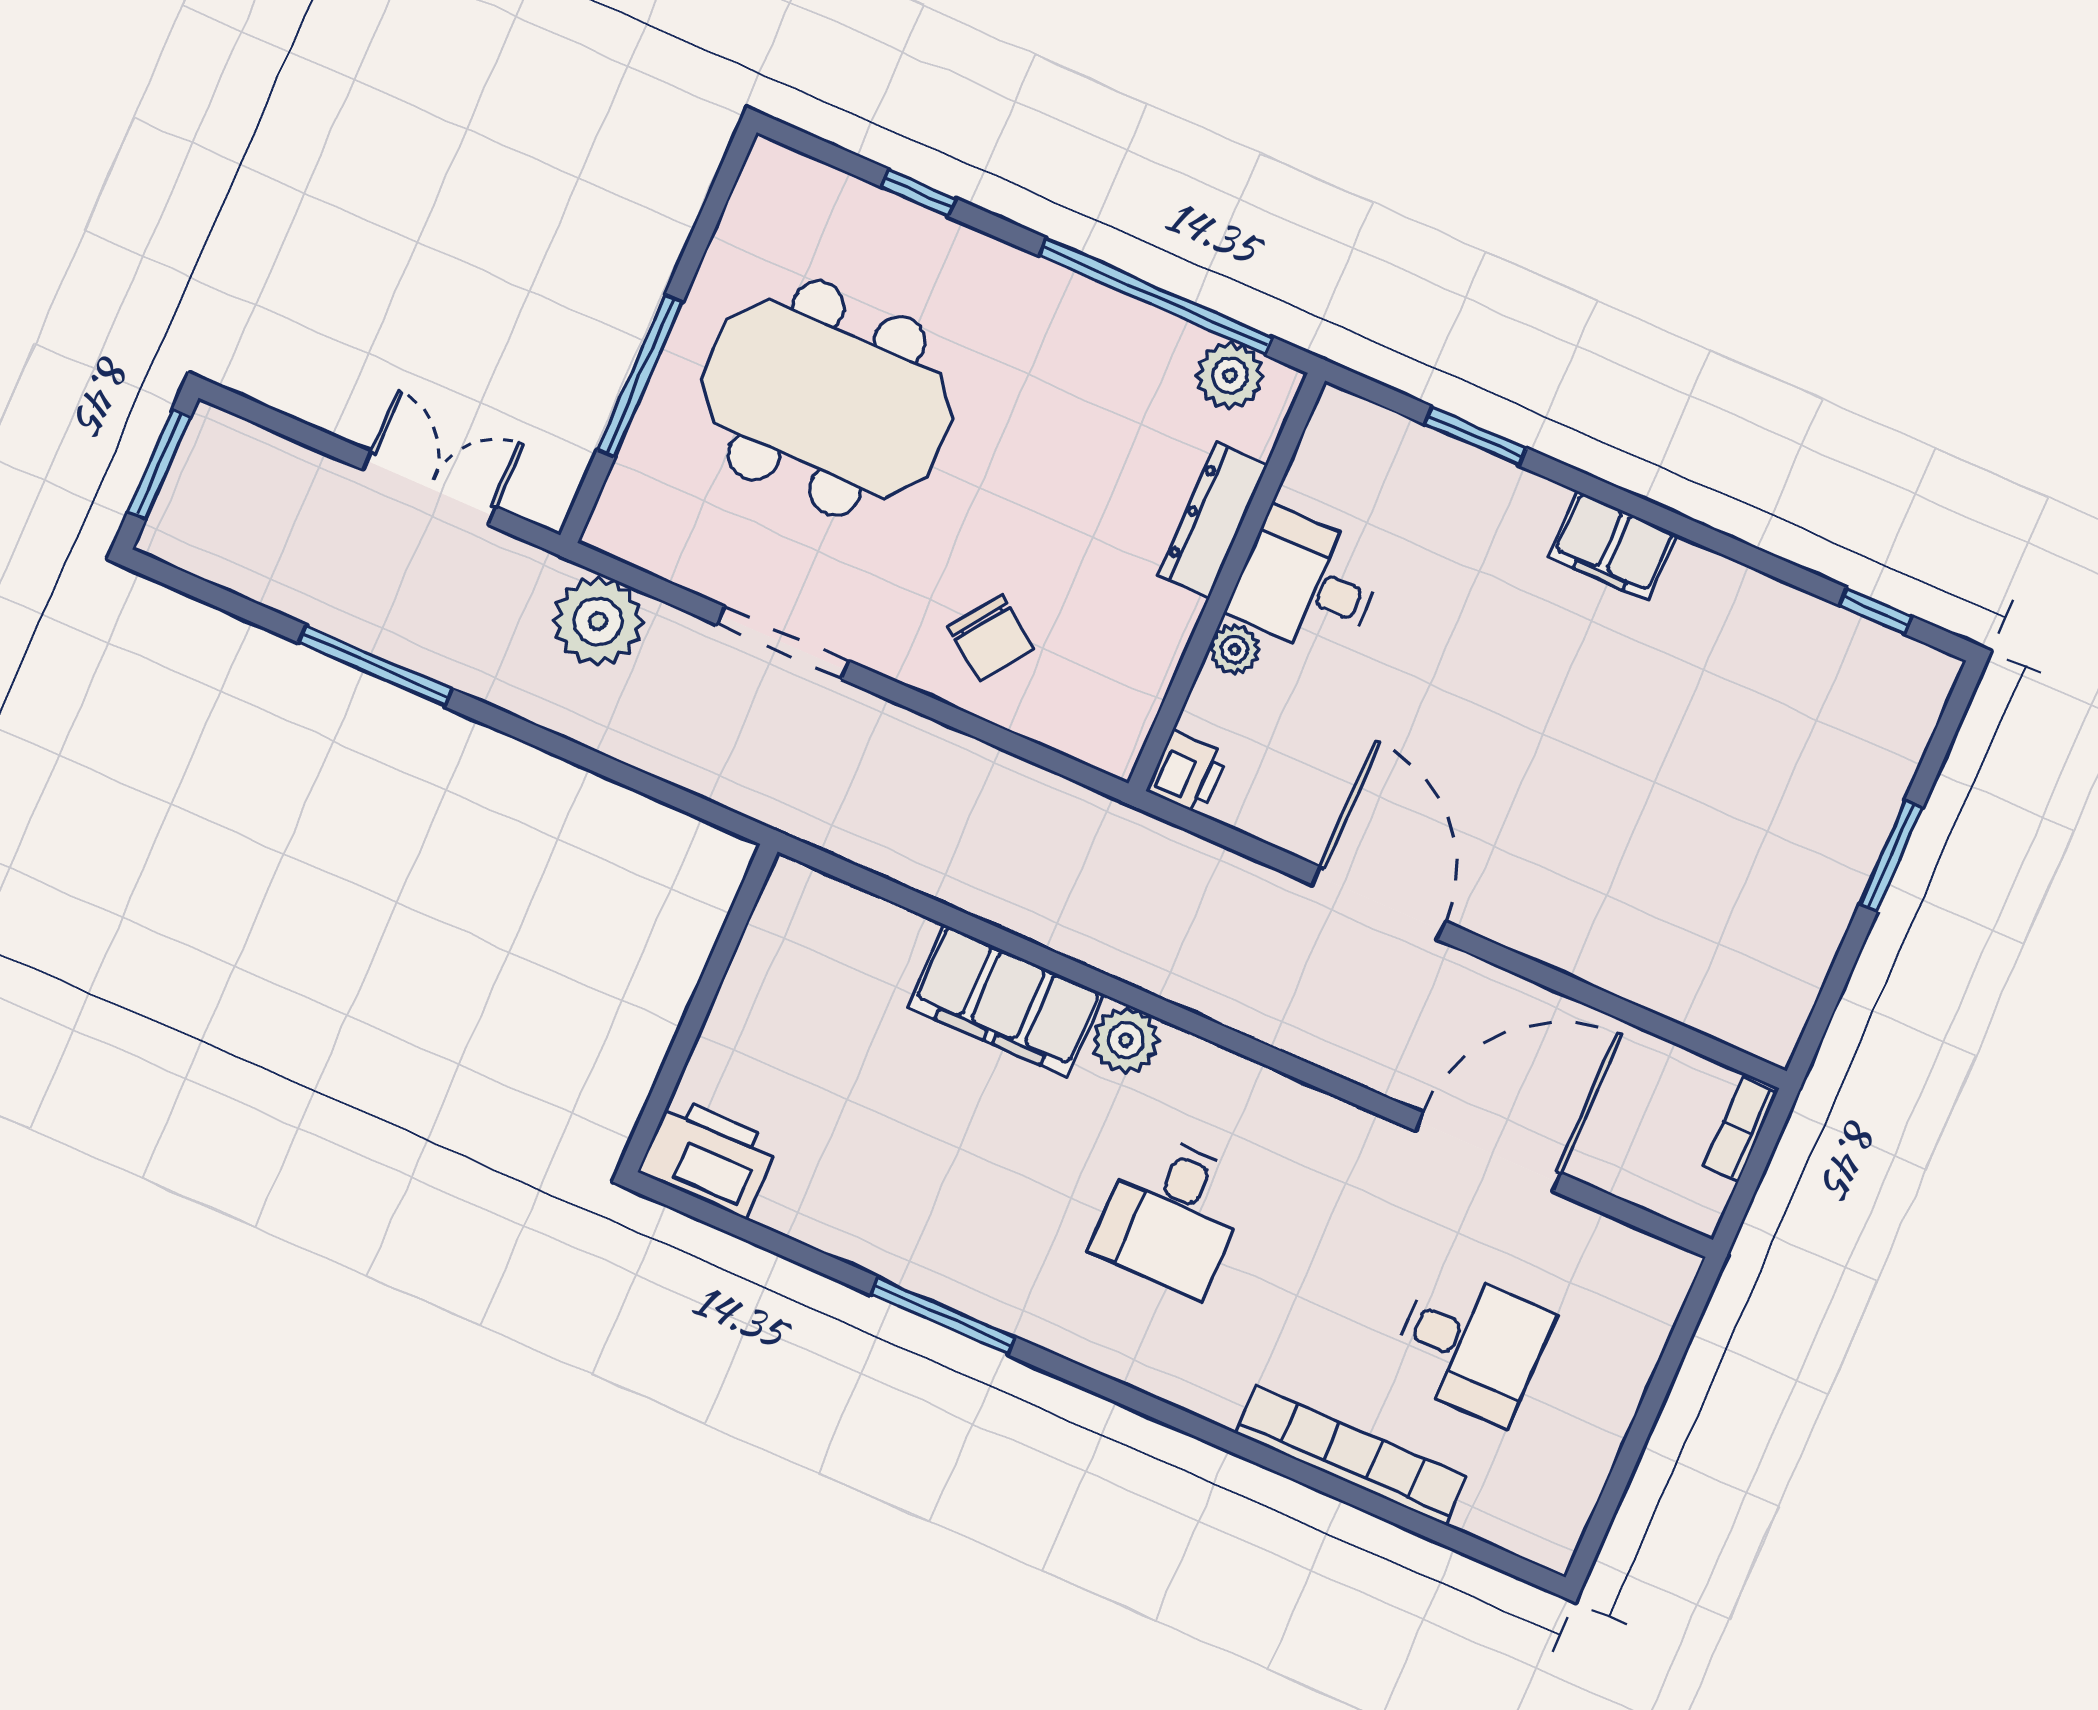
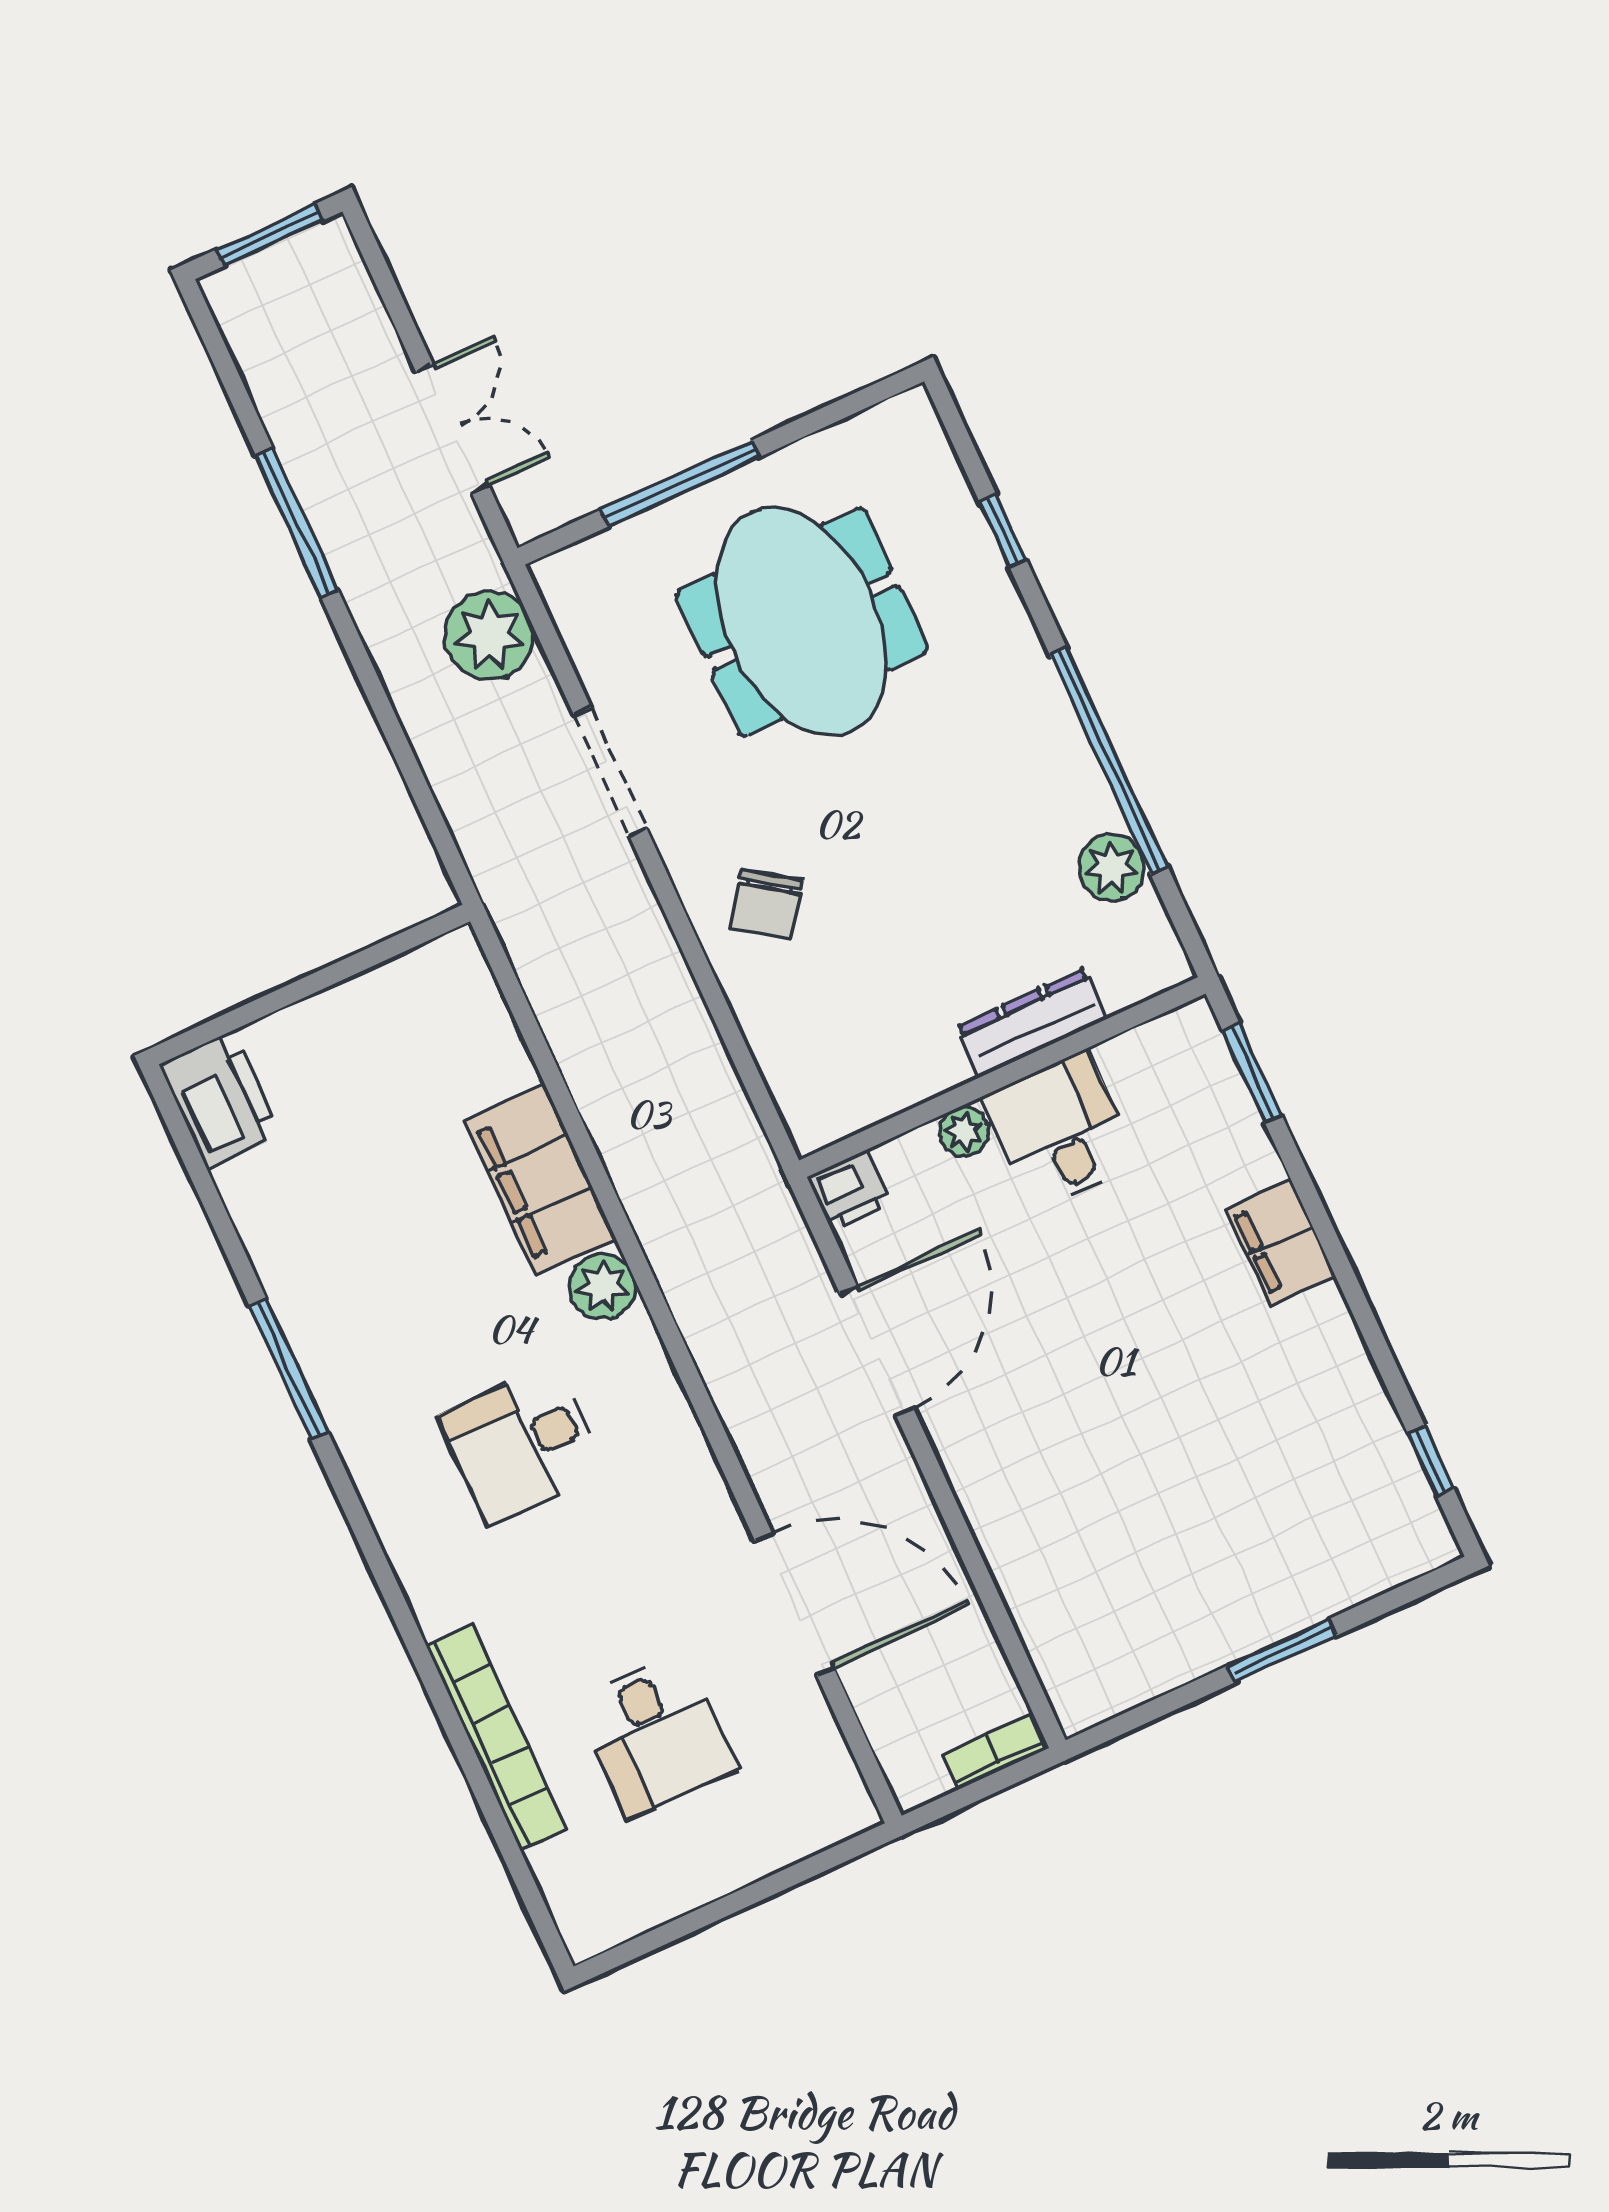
dresser: (1213, 520) -> (1032, 1023), moved
wall: (1227, 582) -> (1002, 1077), moved
desk: (1307, 583) -> (1060, 1130), moved
plant: (1234, 650) -> (964, 1132), moved
printer: (1187, 772) -> (849, 1191), moved

